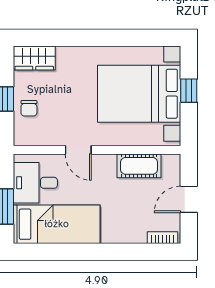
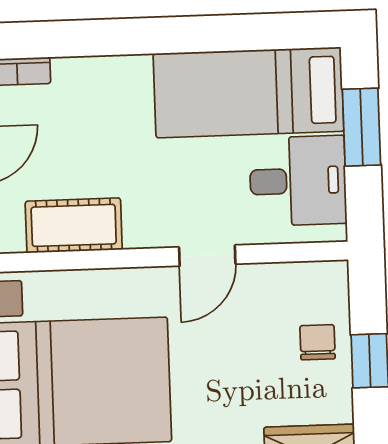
door: (78, 150) -> (207, 256), swing flipped

